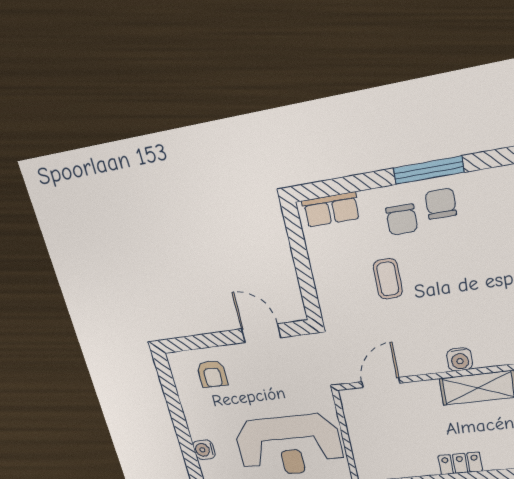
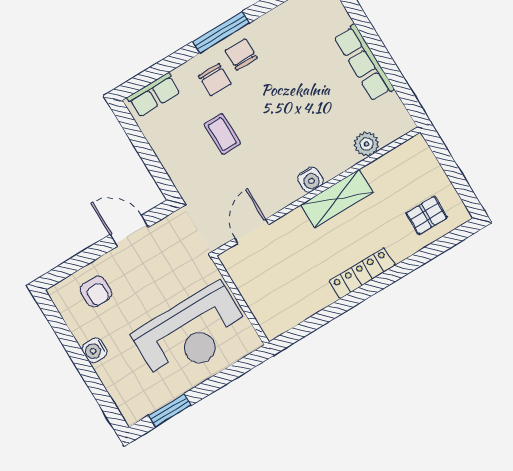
water cooler: (204, 450) -> (94, 350), moved
locker: (460, 463) -> (362, 273), width x1.53

